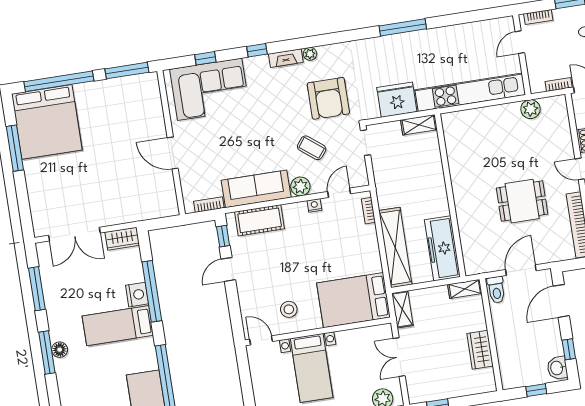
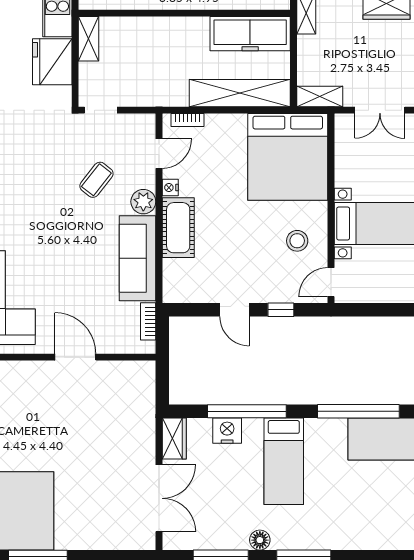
armchair: (328, 98) -> (37, 149), removed
door: (173, 153) -> (75, 357), swing flipped
door: (339, 193) -> (159, 154), swing flipped
cot: (260, 220) -> (178, 228), moved
window: (223, 236) -> (281, 310), moved
nightstand: (137, 295) -> (227, 431), moved
bed: (353, 300) -> (288, 157), width x1.36
floor lamp: (60, 350) -> (260, 540), moved

